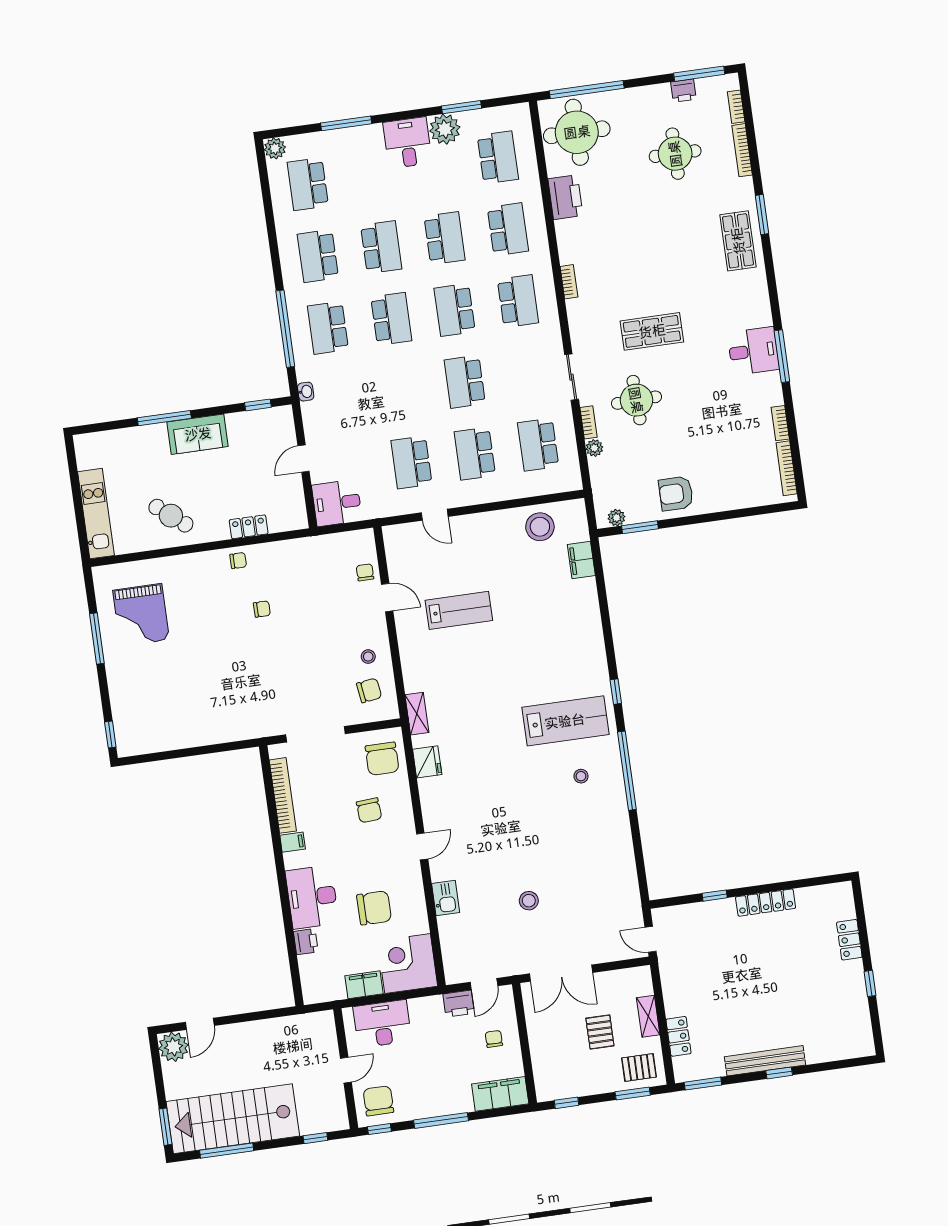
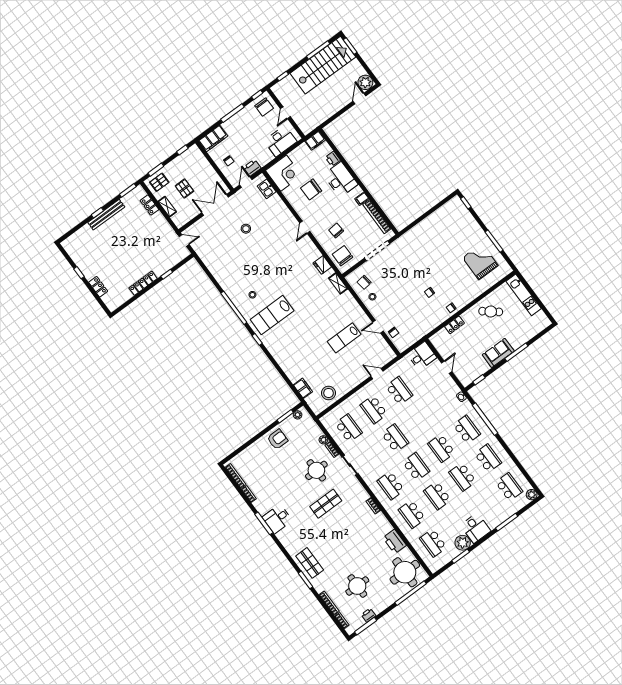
school desk: (475, 454) -> (374, 409), turned 180
kitchen sink: (446, 898) -> (267, 189), moved
filing cabinet: (364, 985) -> (315, 141), moved

